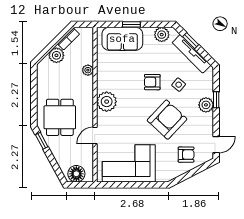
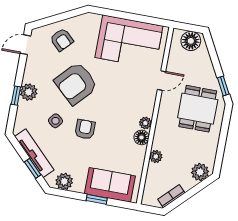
plant: (56, 55) -> (200, 172), moved
armchair: (152, 82) -> (85, 129), turned -90
floor lamp: (103, 84) -> (141, 137), added
plant: (107, 102) -> (145, 123), width x0.53, depth x0.53
armchair: (186, 155) -> (62, 40), turned -136

